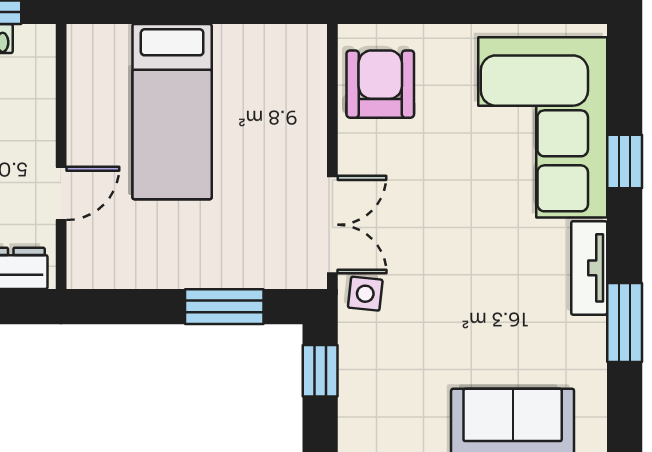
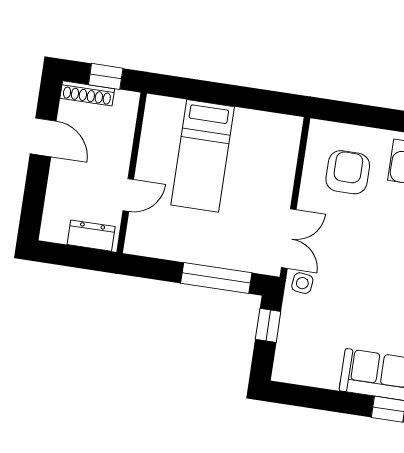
armchair: (380, 84) -> (348, 172), moved
window: (224, 307) -> (216, 278), width x1.44

